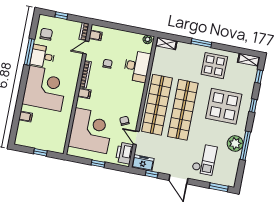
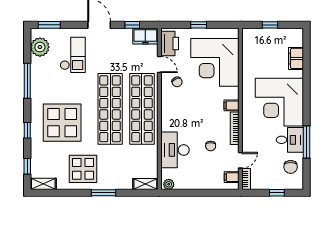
filing cabinet: (26, 117) -> (296, 58), width x2.00
plant: (235, 143) -> (40, 47), moved
checkout: (204, 159) -> (73, 55), turned 180

